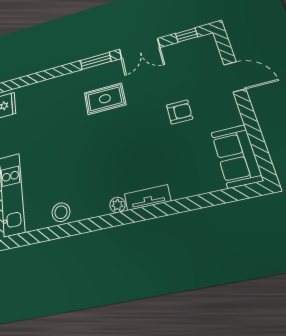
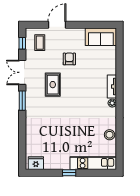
double door: (139, 48) -> (22, 72), swing flipped
coffee table: (195, 60) -> (40, 43), added
rug: (105, 99) -> (53, 85), moved

